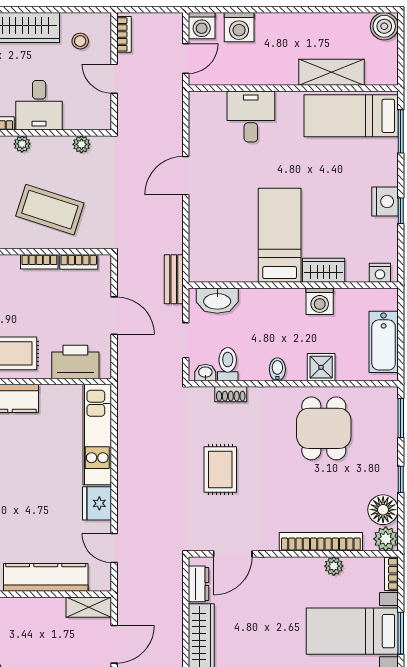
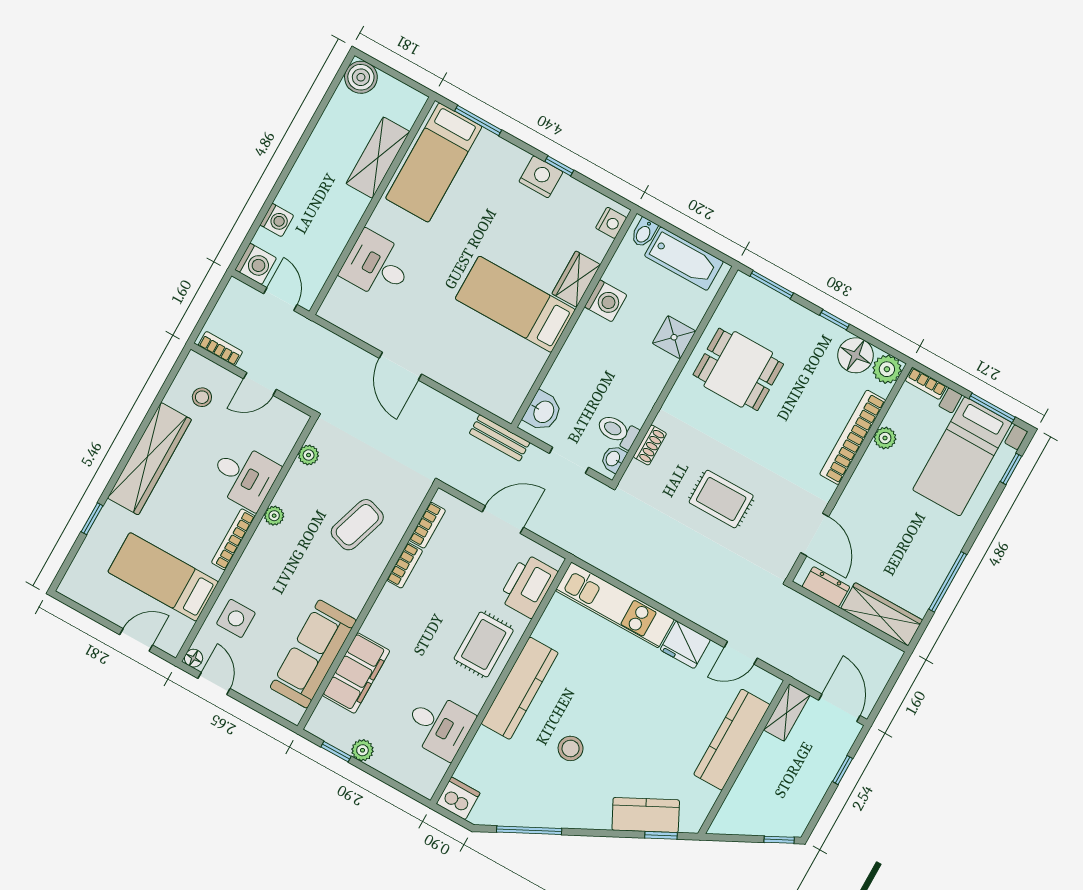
washing machine: (239, 27) -> (277, 220), width x0.73, depth x0.73
coffee table: (50, 210) -> (357, 525), width x0.73, depth x0.76
washbasin: (217, 301) -> (543, 411), width x0.72
bidet: (277, 369) -> (644, 233), moved, turned -90

